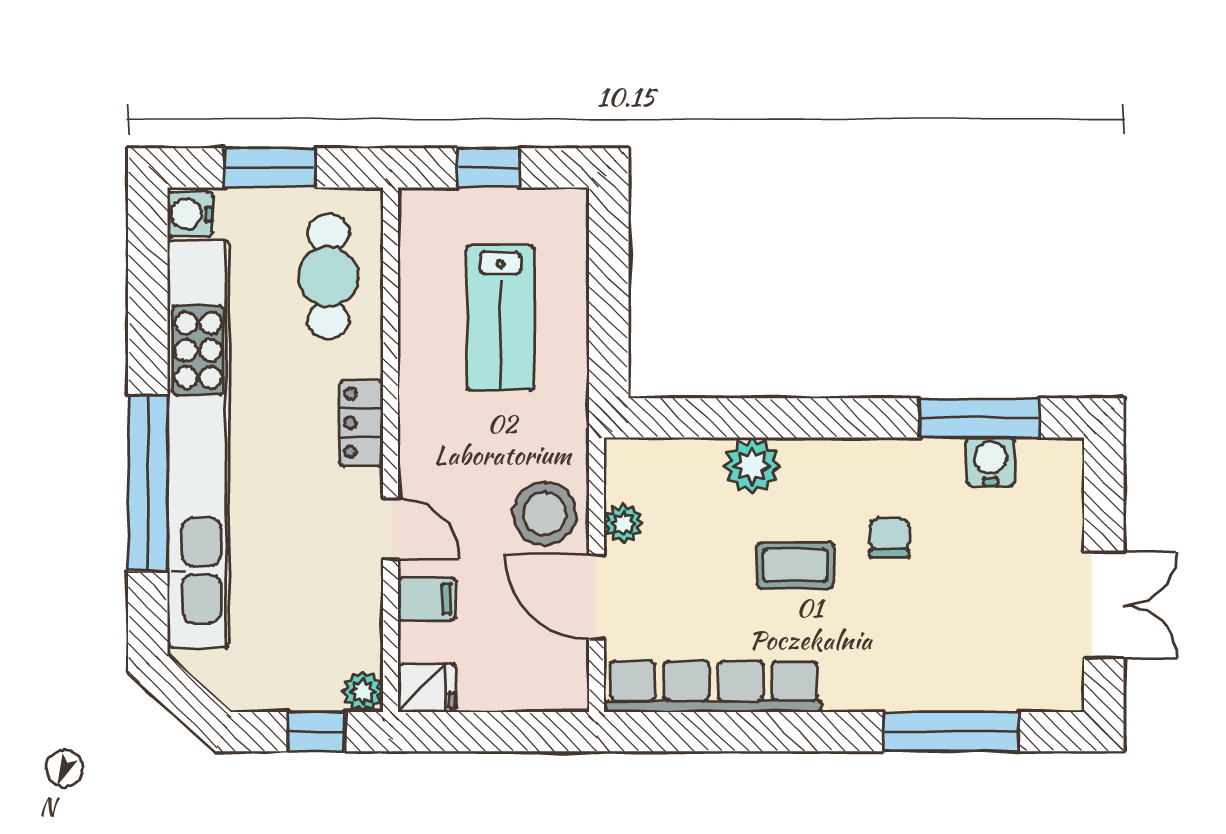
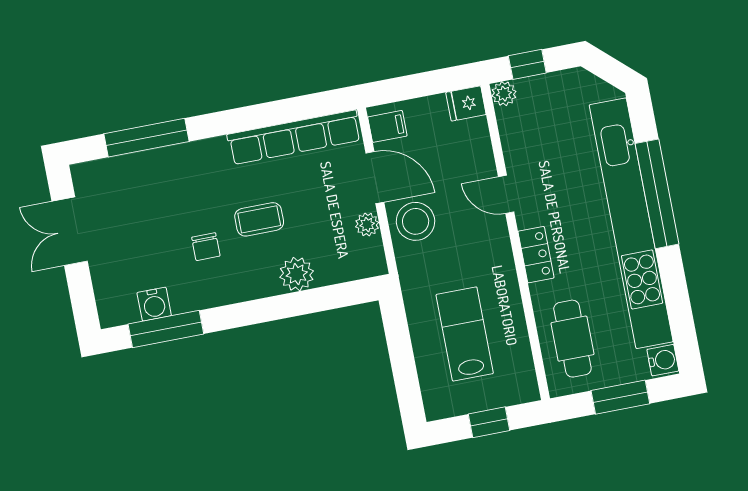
filing cabinet: (427, 599) -> (387, 126), moved, turned 180

